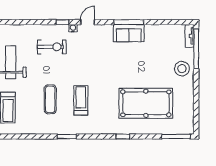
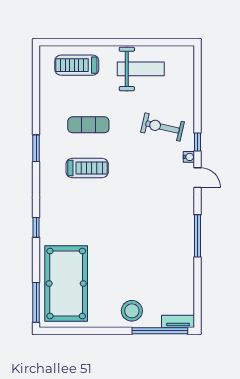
sofa: (129, 33) -> (182, 236), removed
exercise bike: (52, 47) -> (163, 127), turned 103
pool table: (146, 103) -> (66, 283), moved

